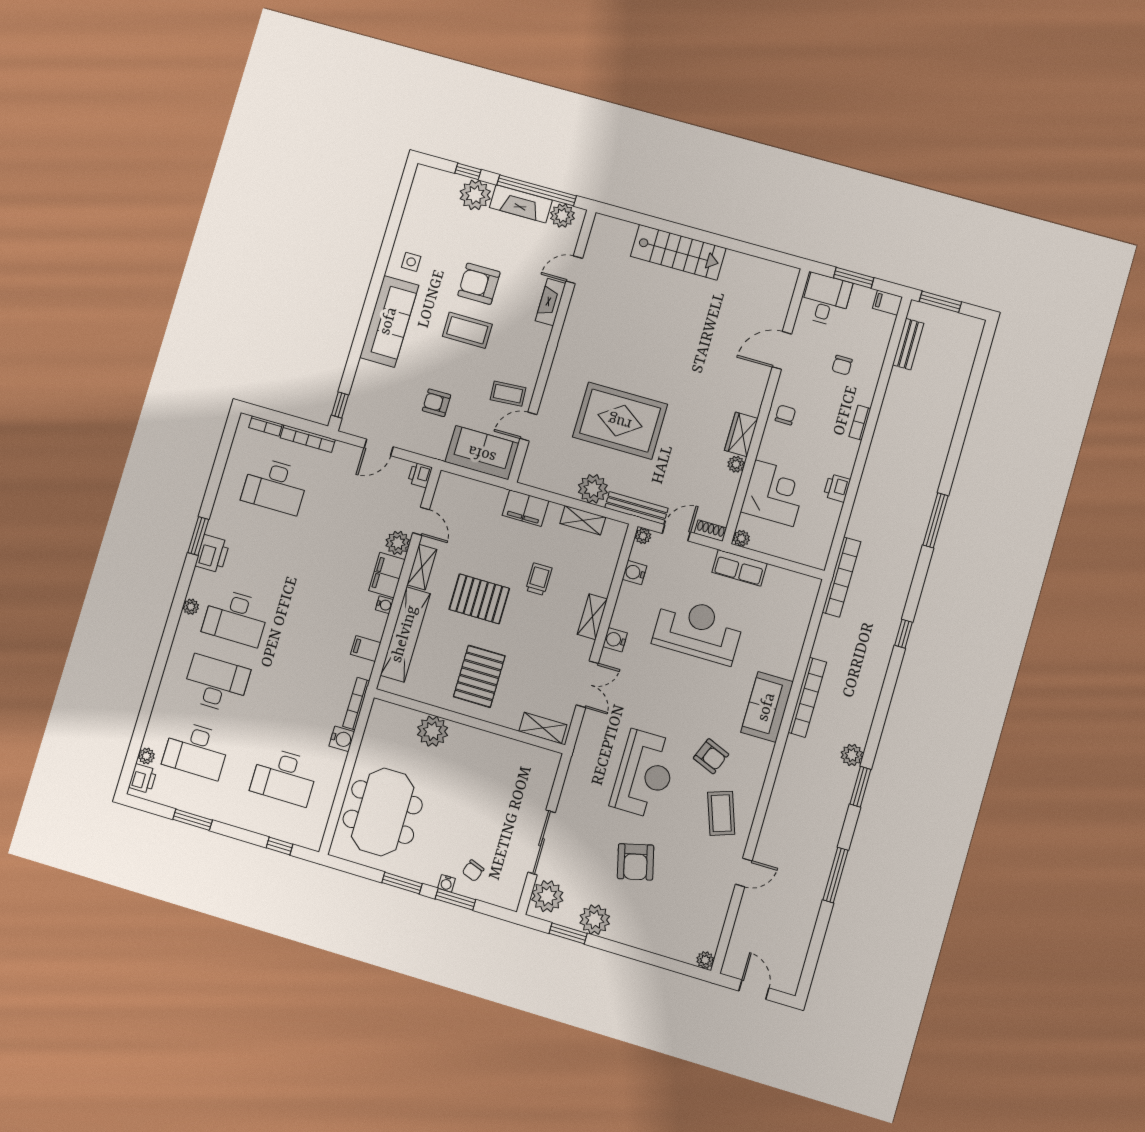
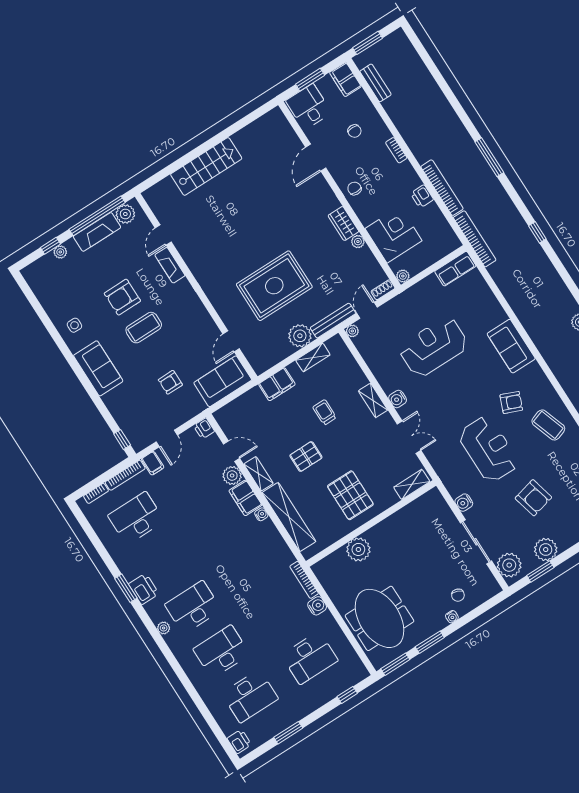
plant: (475, 195) -> (60, 252), width x0.53, depth x0.53
filing cabinet: (888, 303) -> (345, 79), width x2.00
sofa: (389, 321) -> (98, 368), width x0.73
coffee table: (508, 394) -> (202, 336), removed
desk: (275, 486) -> (136, 518), turned 180
row of seats: (739, 568) -> (455, 269), moved
water cooler: (634, 573) -> (464, 503), moved
pallet: (479, 599) -> (306, 457), width x0.67, depth x0.71
desk: (236, 618) -> (193, 607), turned 180
filing cabinet: (366, 648) -> (153, 463), moved, turned -90
bookcase: (807, 697) -> (442, 188), moved
plant: (146, 756) -> (228, 728), removed
window: (455, 899) -> (395, 664), moved

